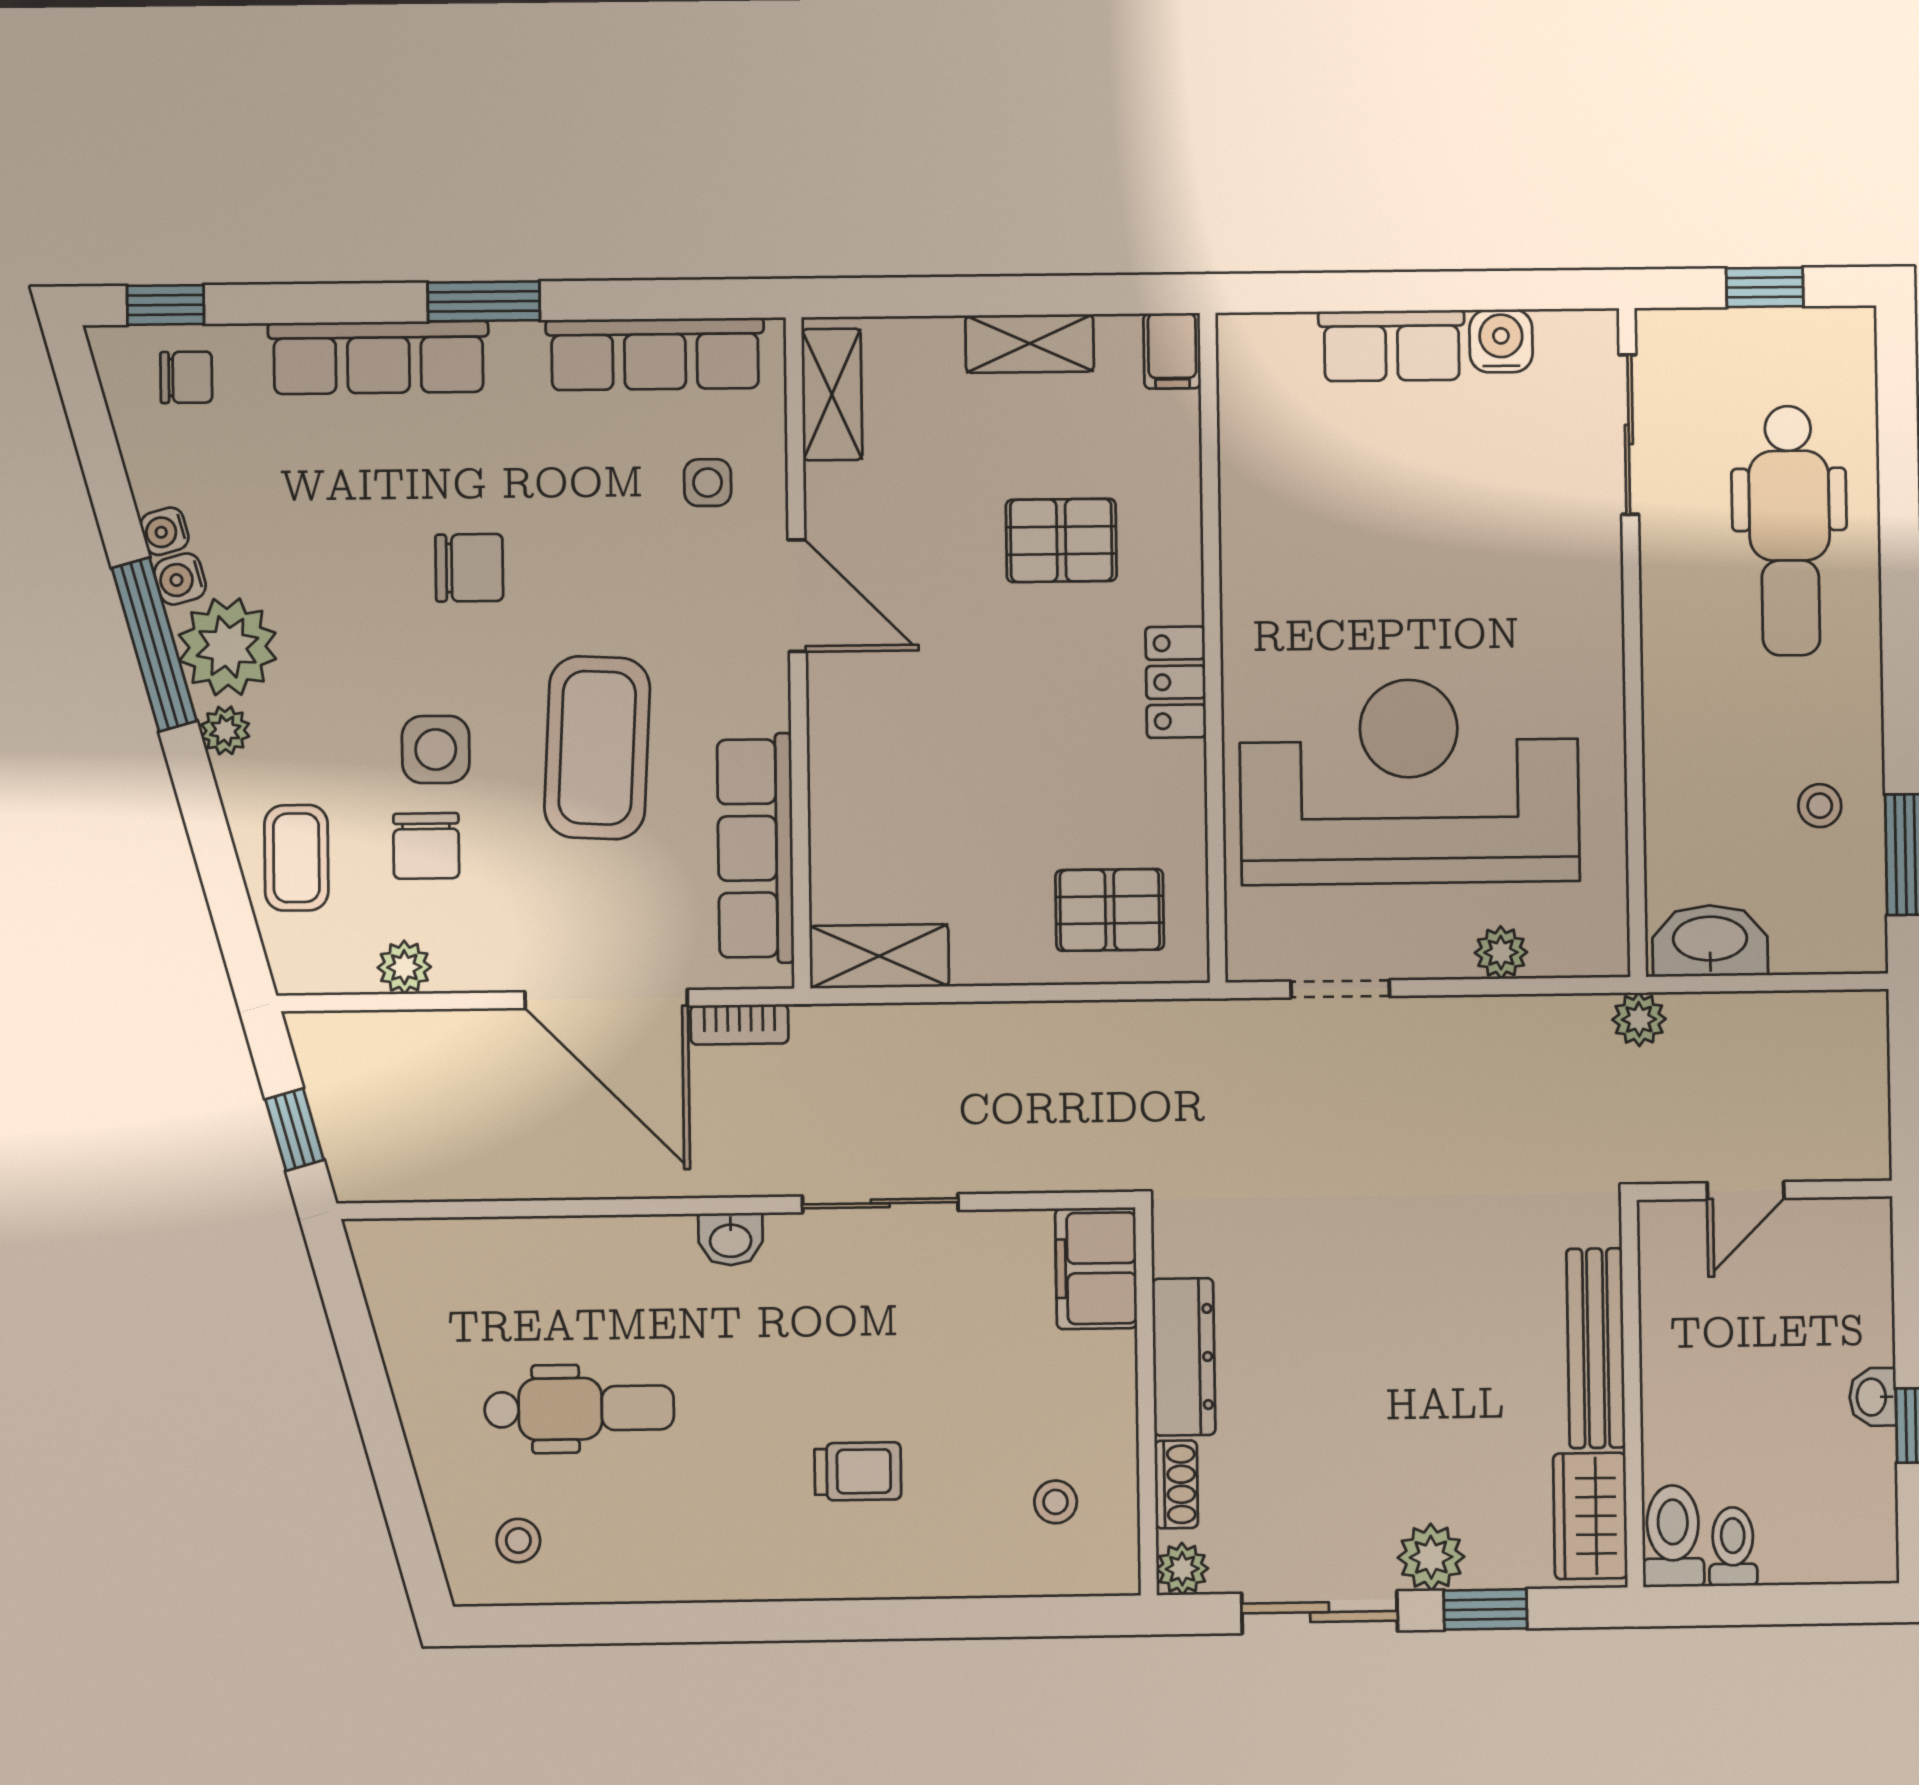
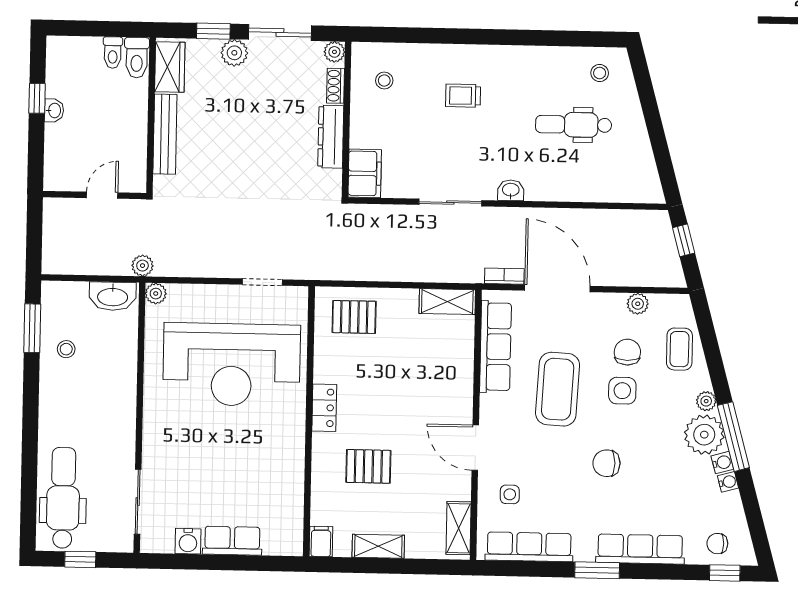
dental chair: (1790, 531) -> (63, 498), moved
plant: (1501, 953) -> (156, 294), moved

